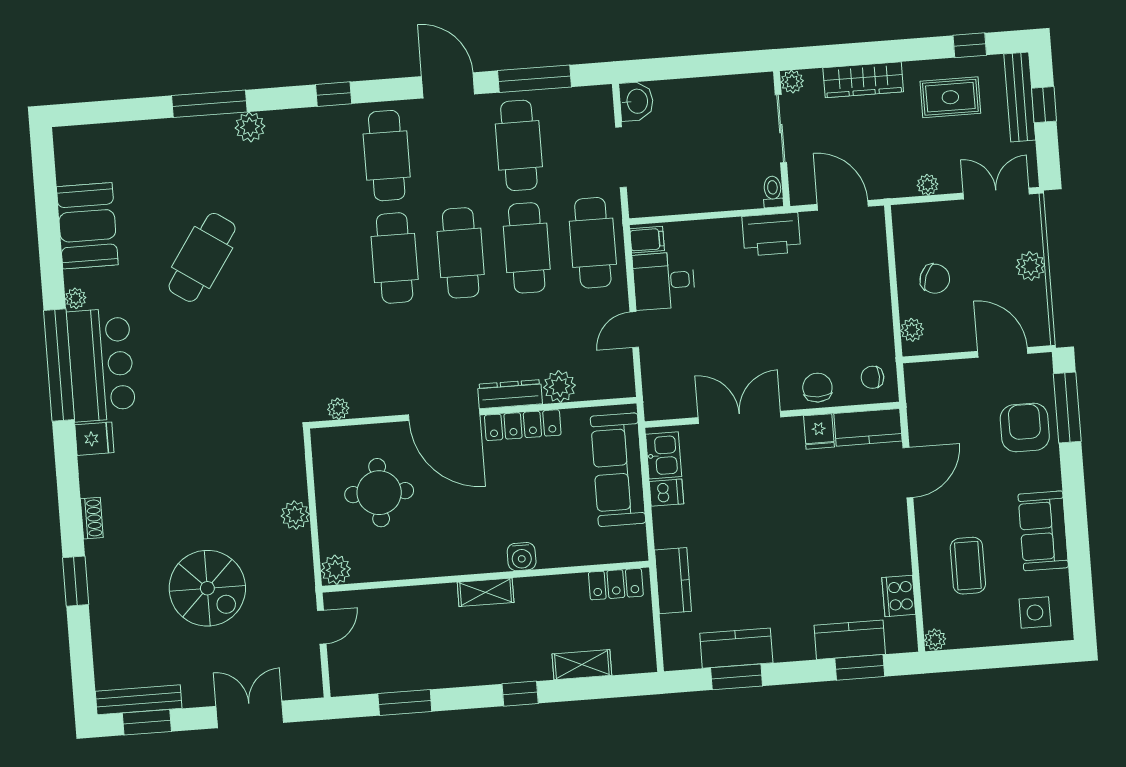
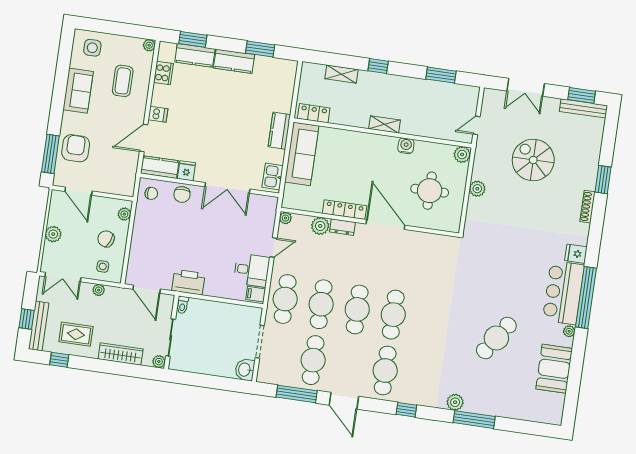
side table: (930, 228) -> (103, 266), added
dresser: (510, 394) -> (342, 227), width x0.70
plant: (338, 409) -> (285, 218), moved
armchair: (1025, 427) -> (76, 148), turned 180
sofa: (618, 470) -> (302, 154), moved
dishwasher: (666, 493) -> (158, 114), moved, turned 180
shoe rack: (92, 518) -> (587, 207), width x1.43
water cooler: (522, 557) -> (406, 146), moved
kitchen counter: (673, 581) -> (279, 131), moved
kitchen counter: (736, 648) -> (234, 61), moved

